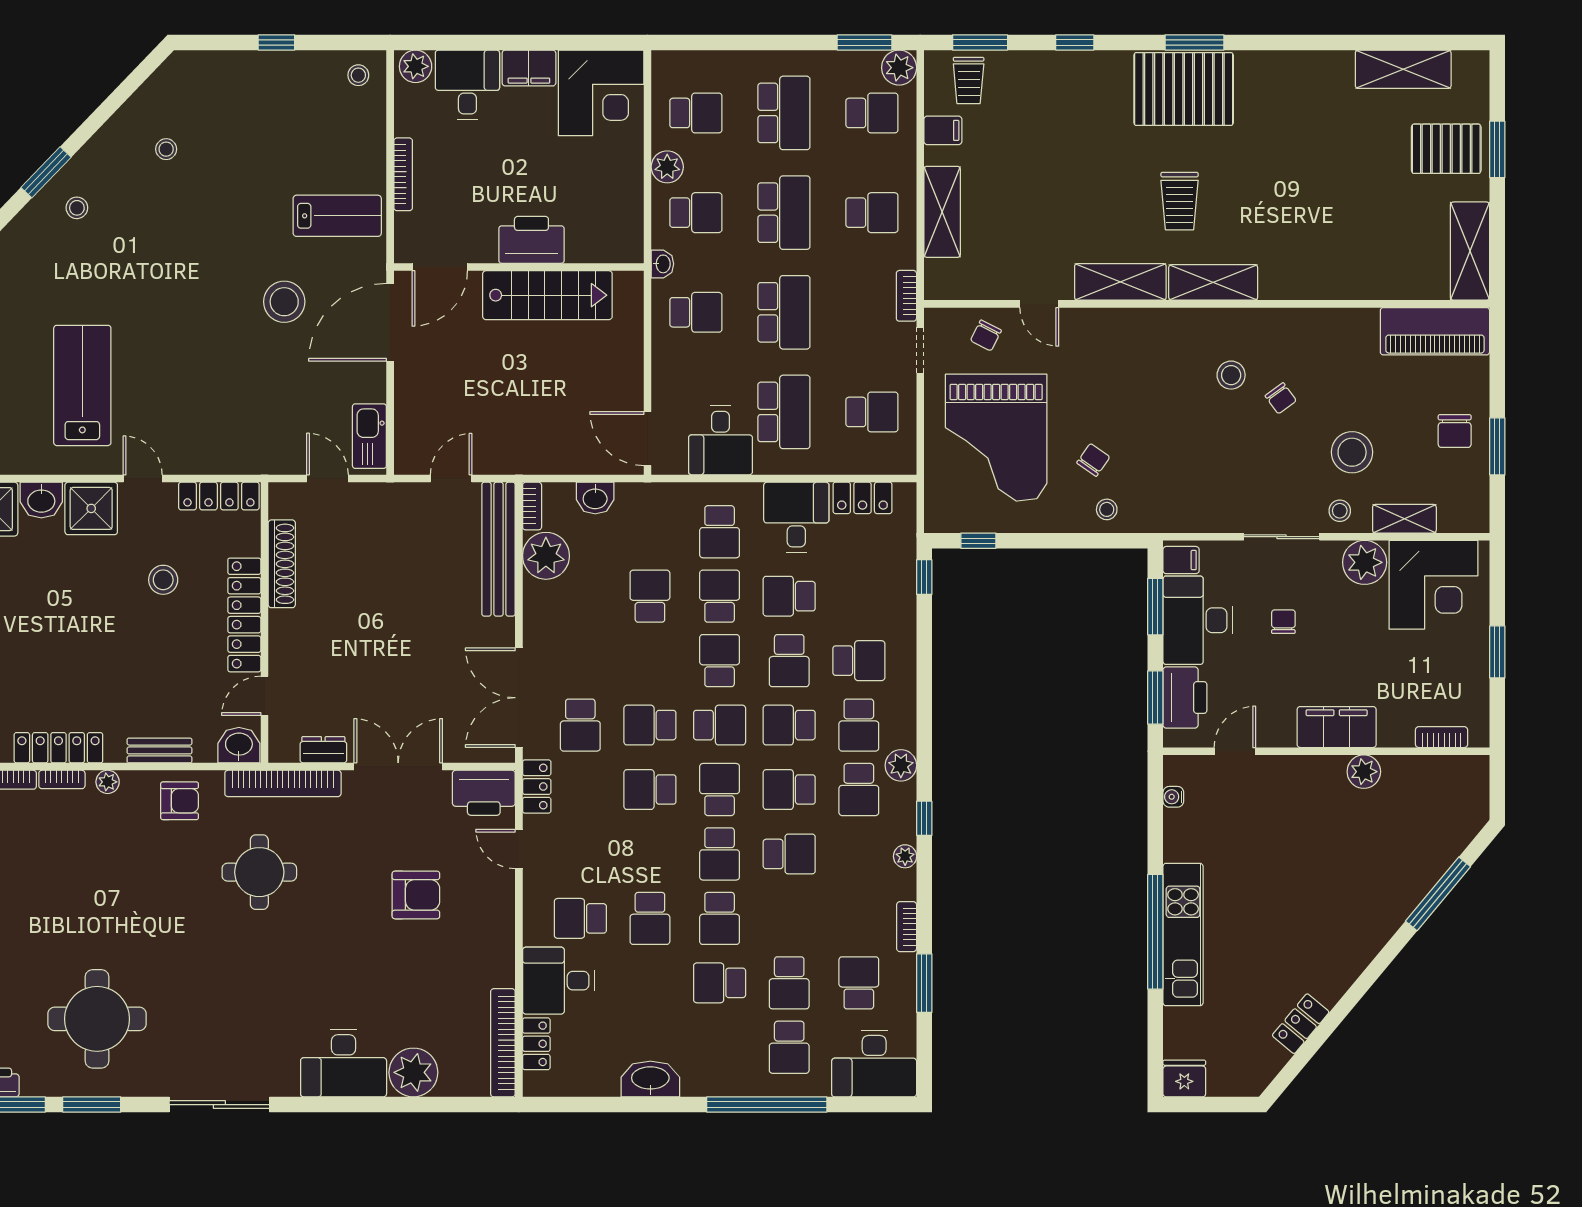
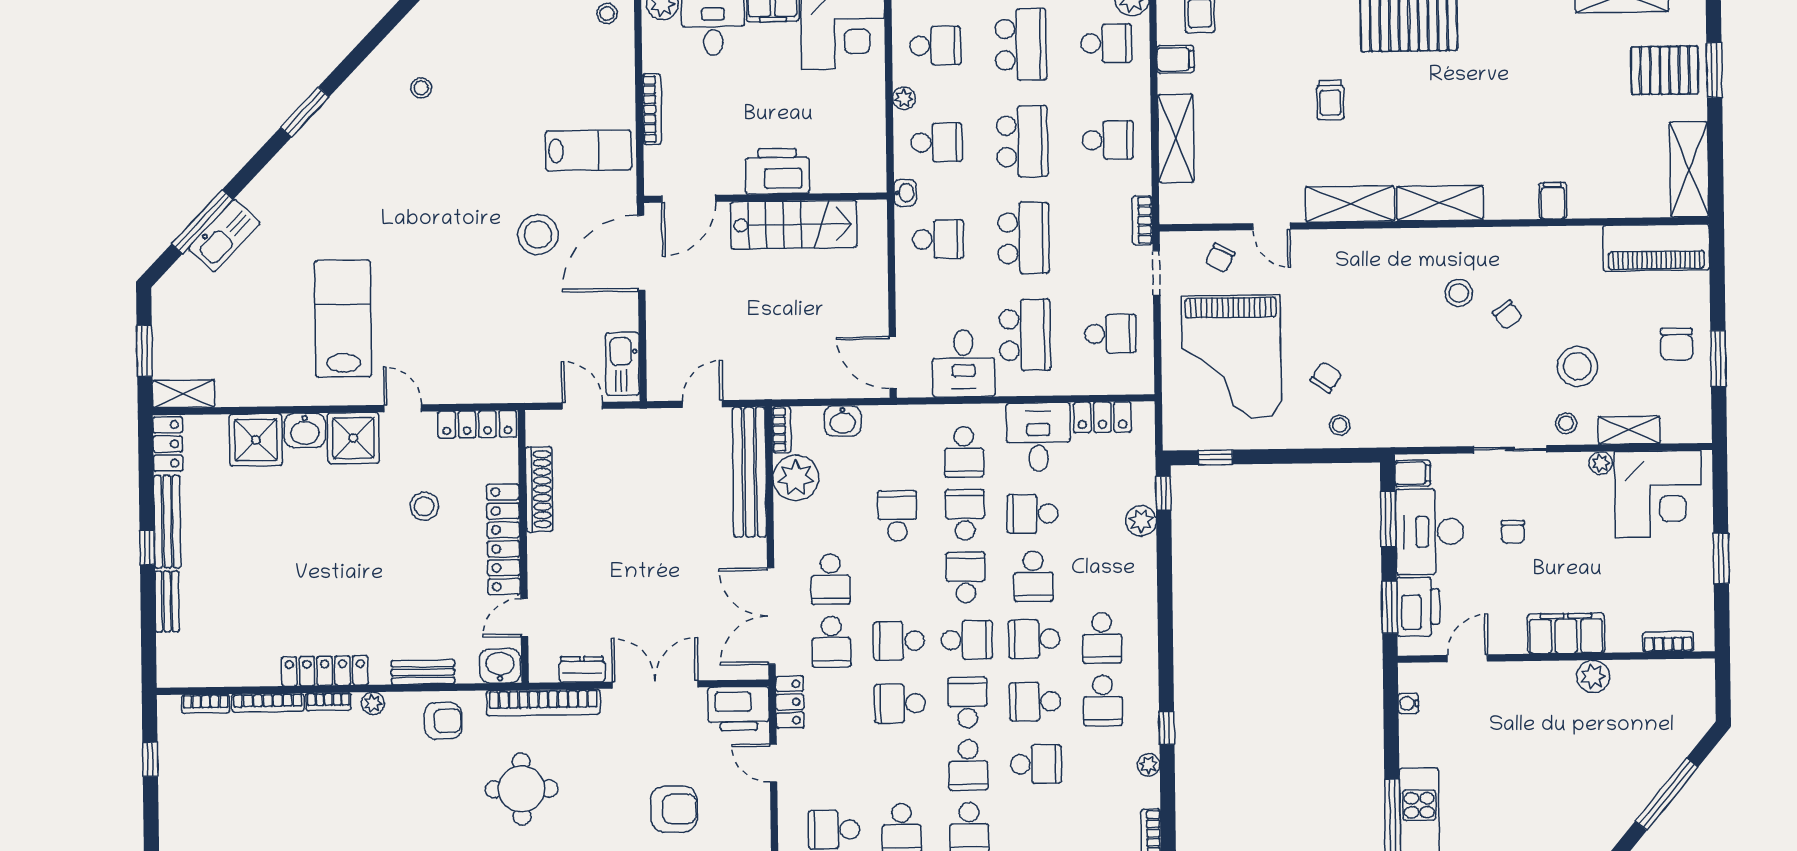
plant: (667, 167) -> (904, 98), width x0.73, depth x0.73
trolley: (1180, 201) -> (1330, 100), moved, width x0.73, depth x0.72
stool: (77, 208) -> (335, 146), removed
filing cabinet: (1329, 281) -> (1553, 201), added
plant: (1365, 562) -> (1601, 463), width x0.53, depth x0.53
chair: (1283, 622) -> (1513, 532), turned 180
school desk: (859, 661) -> (830, 579), moved, turned 90
plant: (901, 765) -> (1141, 521), moved

